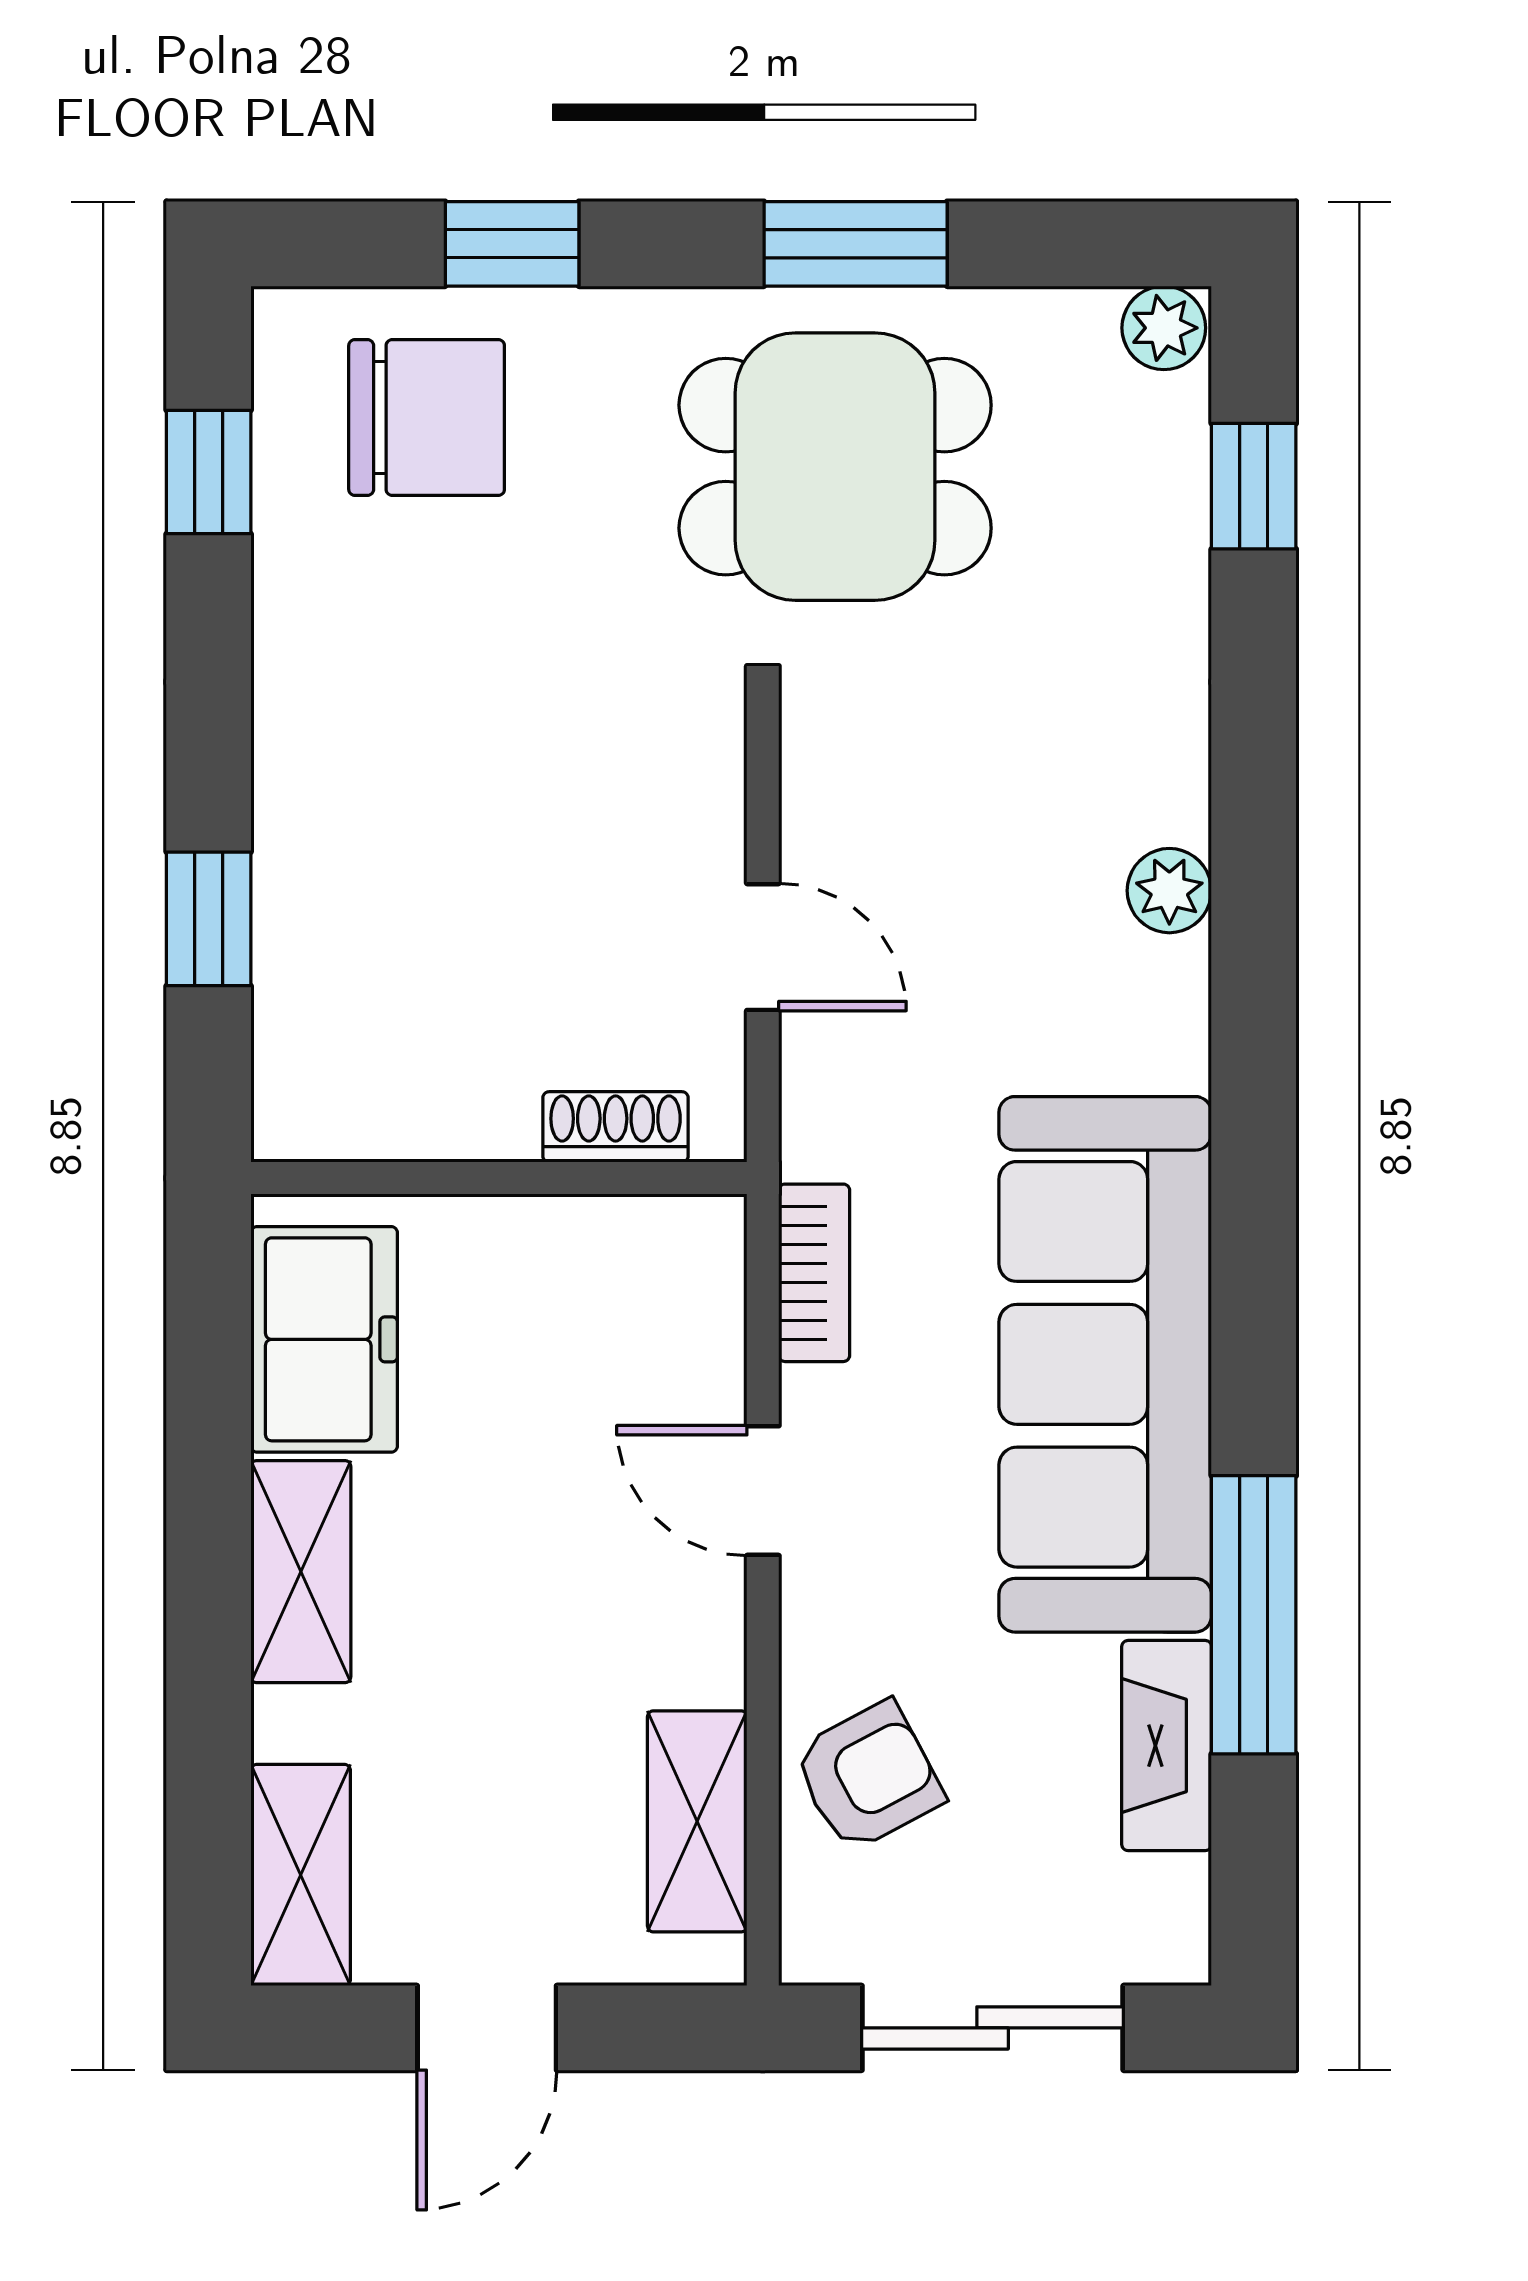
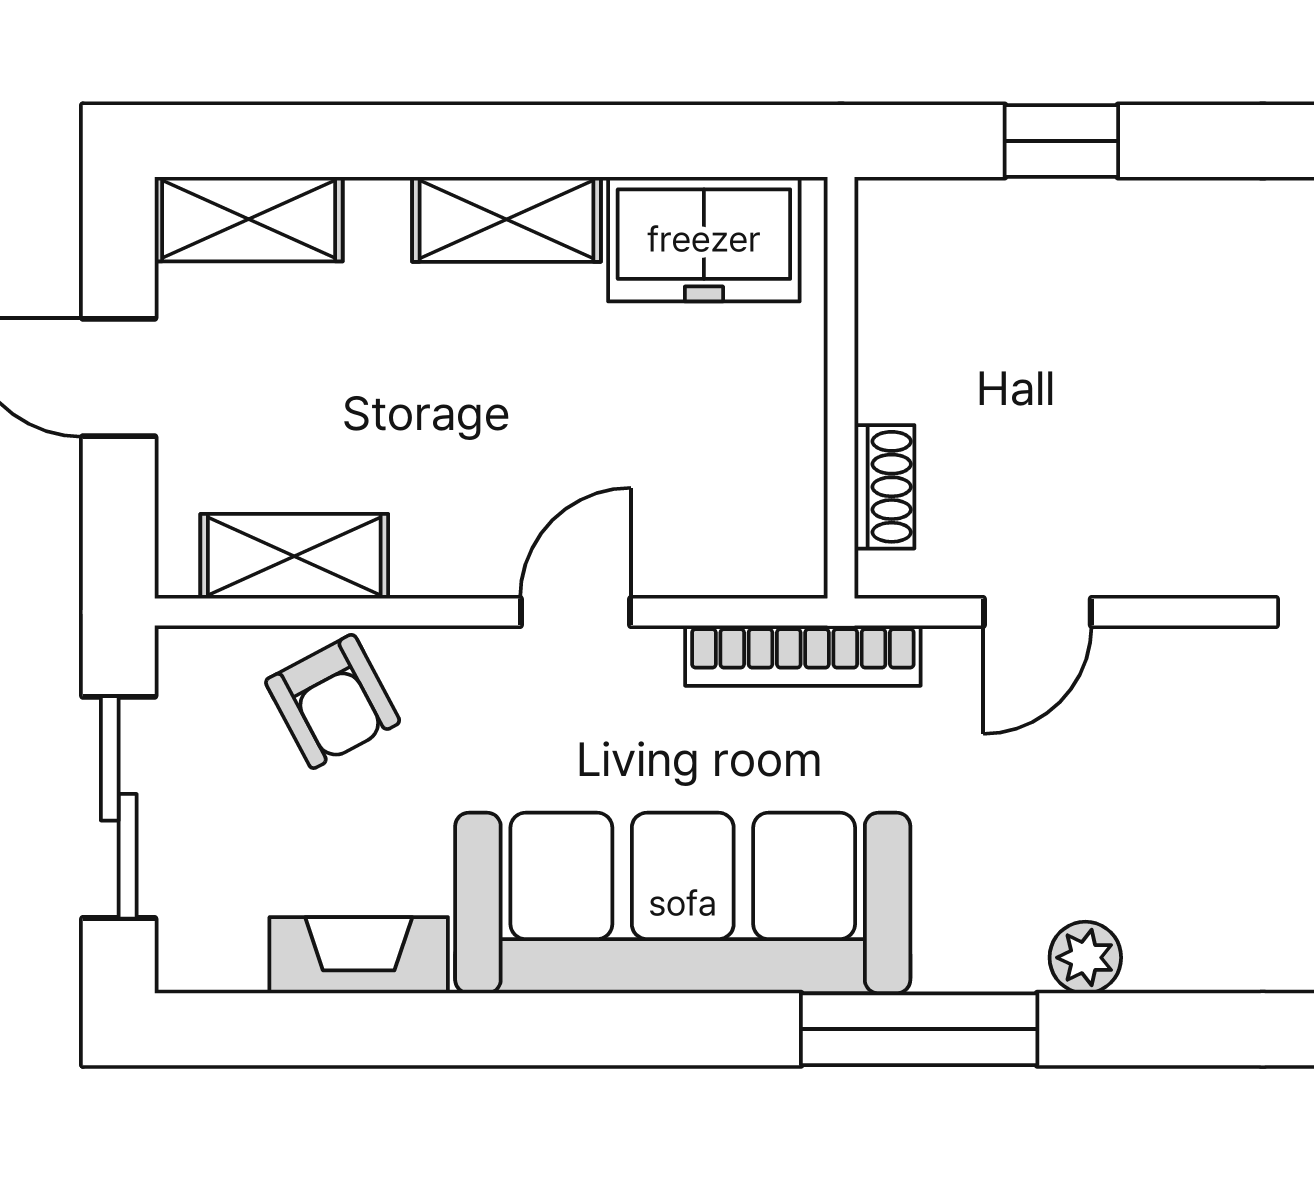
bookcase: (814, 1273) -> (803, 656), width x1.56
window: (1254, 1615) -> (919, 1029), moved

